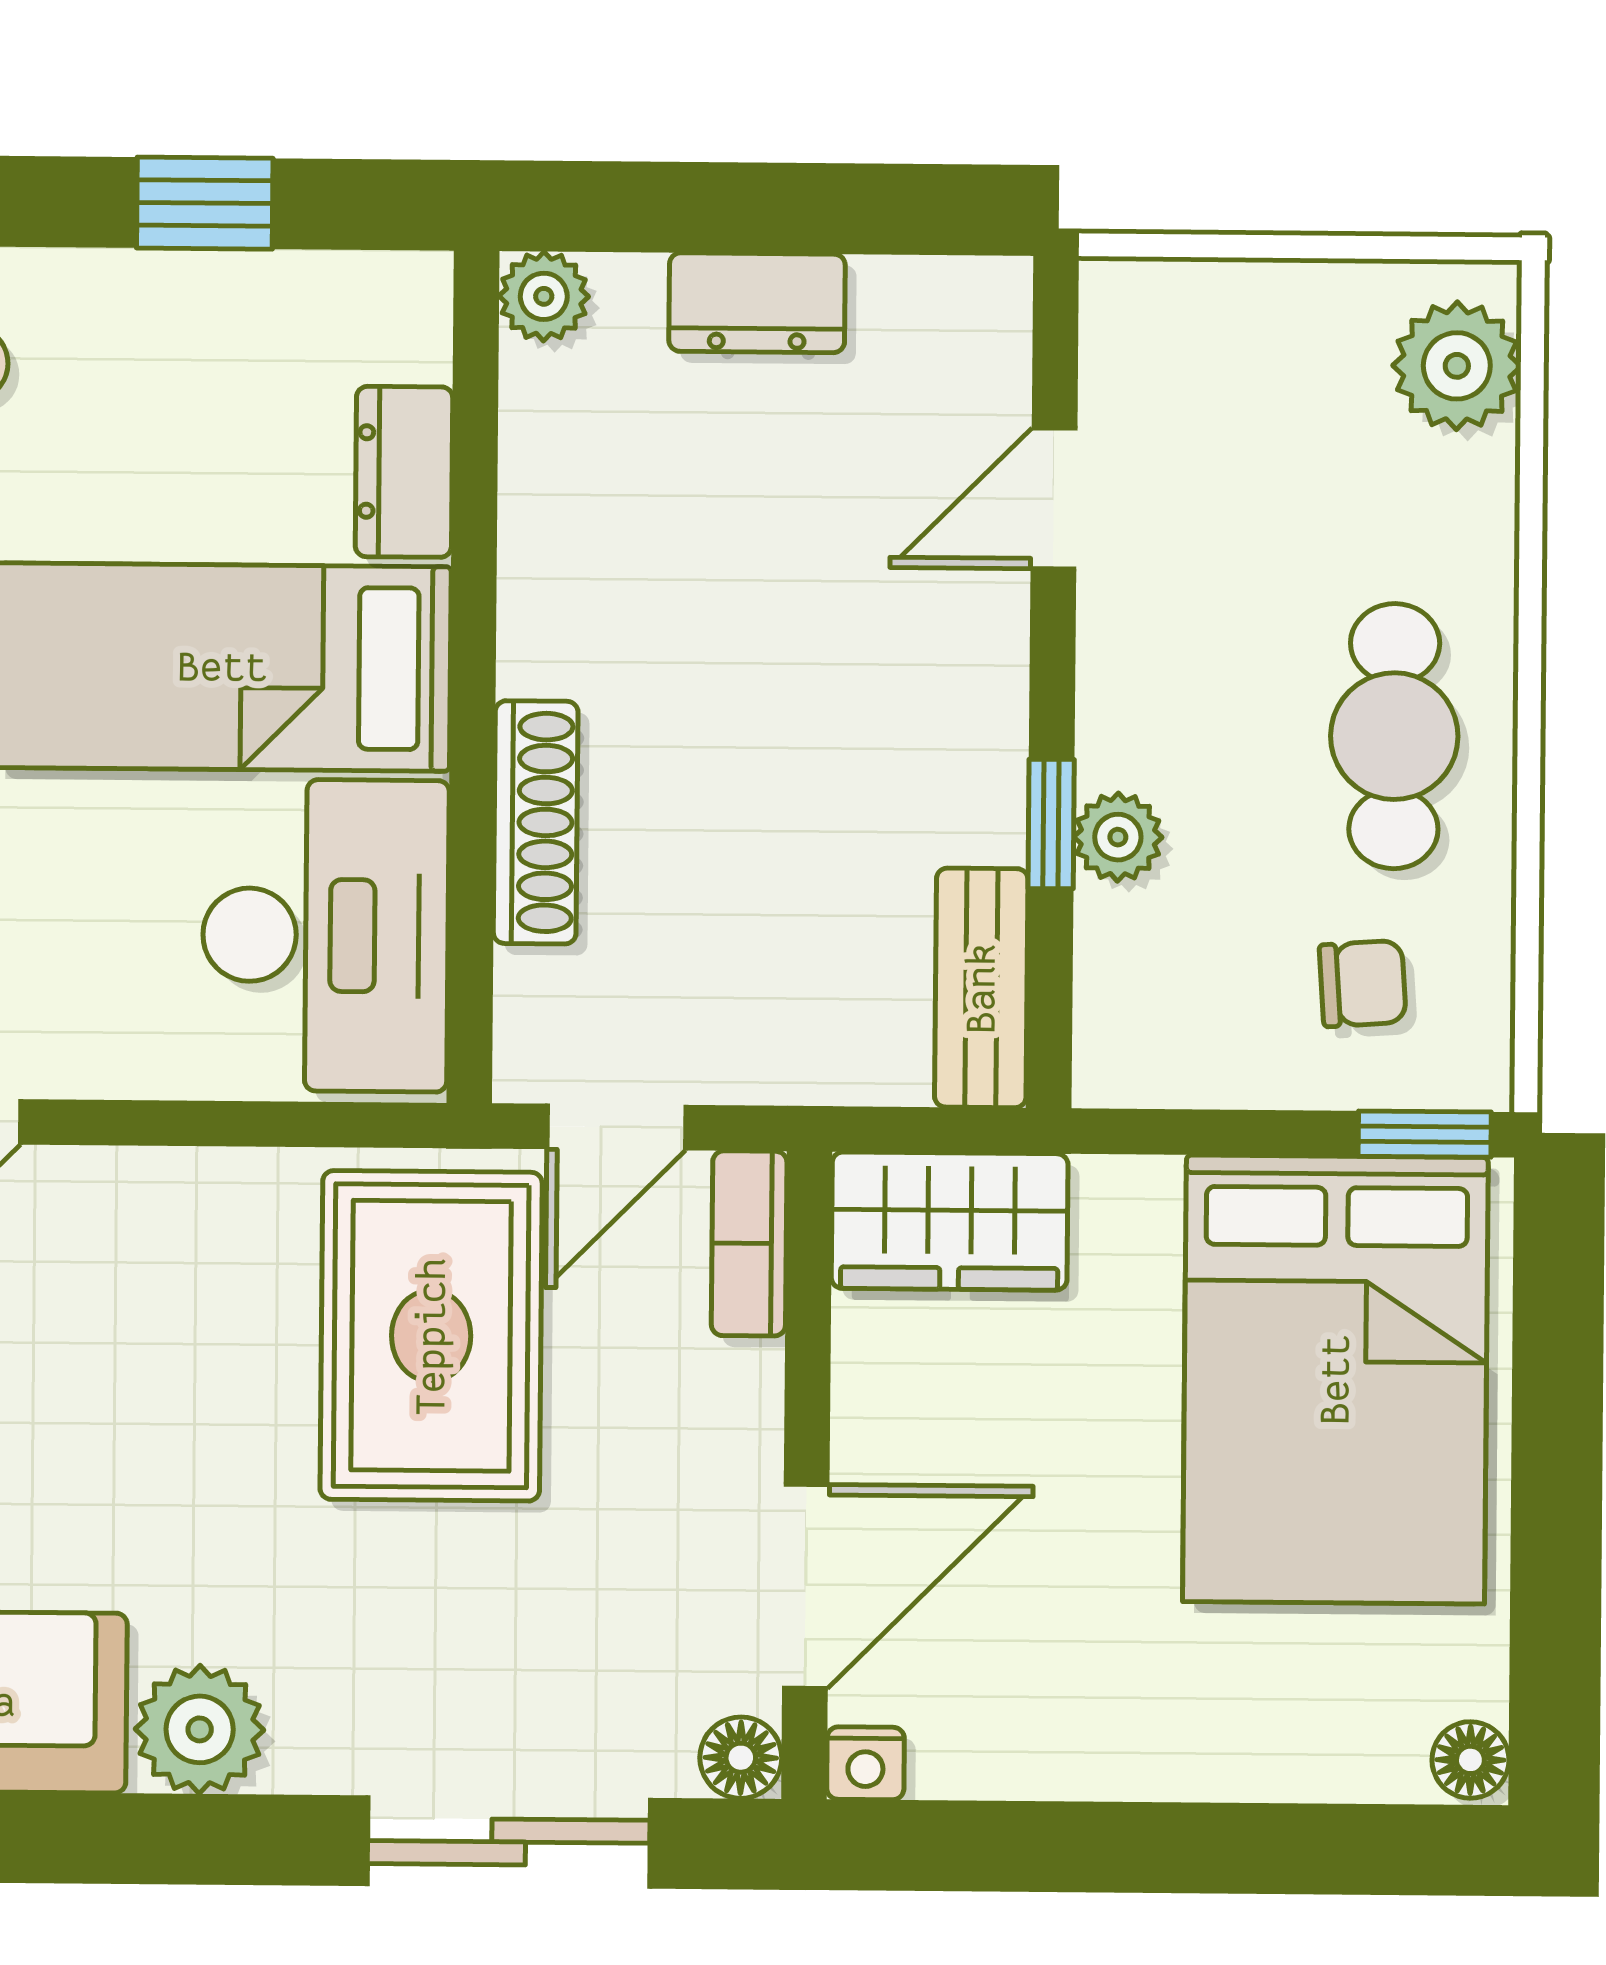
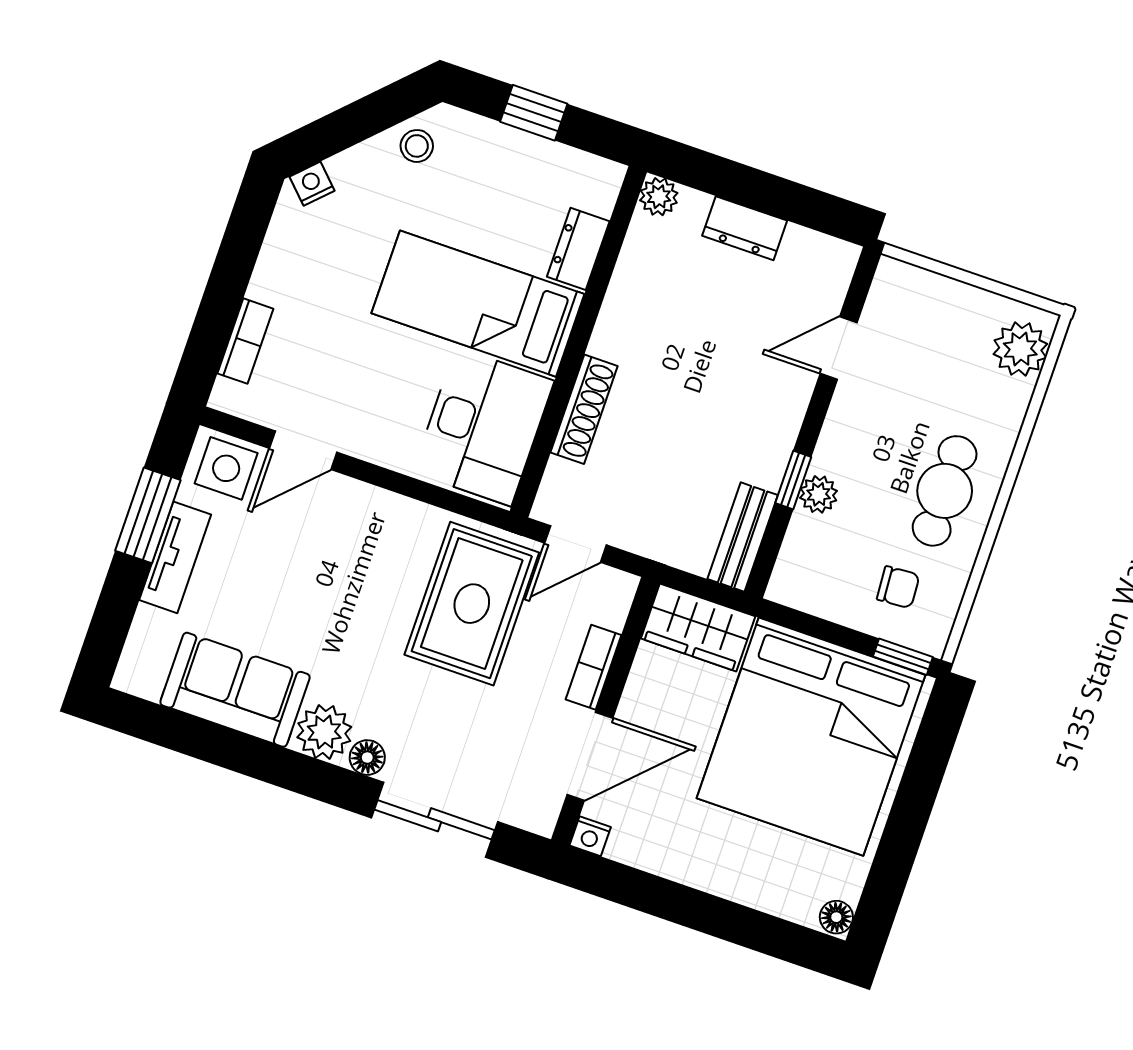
bookcase: (749, 1243) -> (594, 667), moved
bed: (1335, 1379) -> (811, 737), width x1.36
floor lamp: (741, 1758) -> (367, 758), moved

